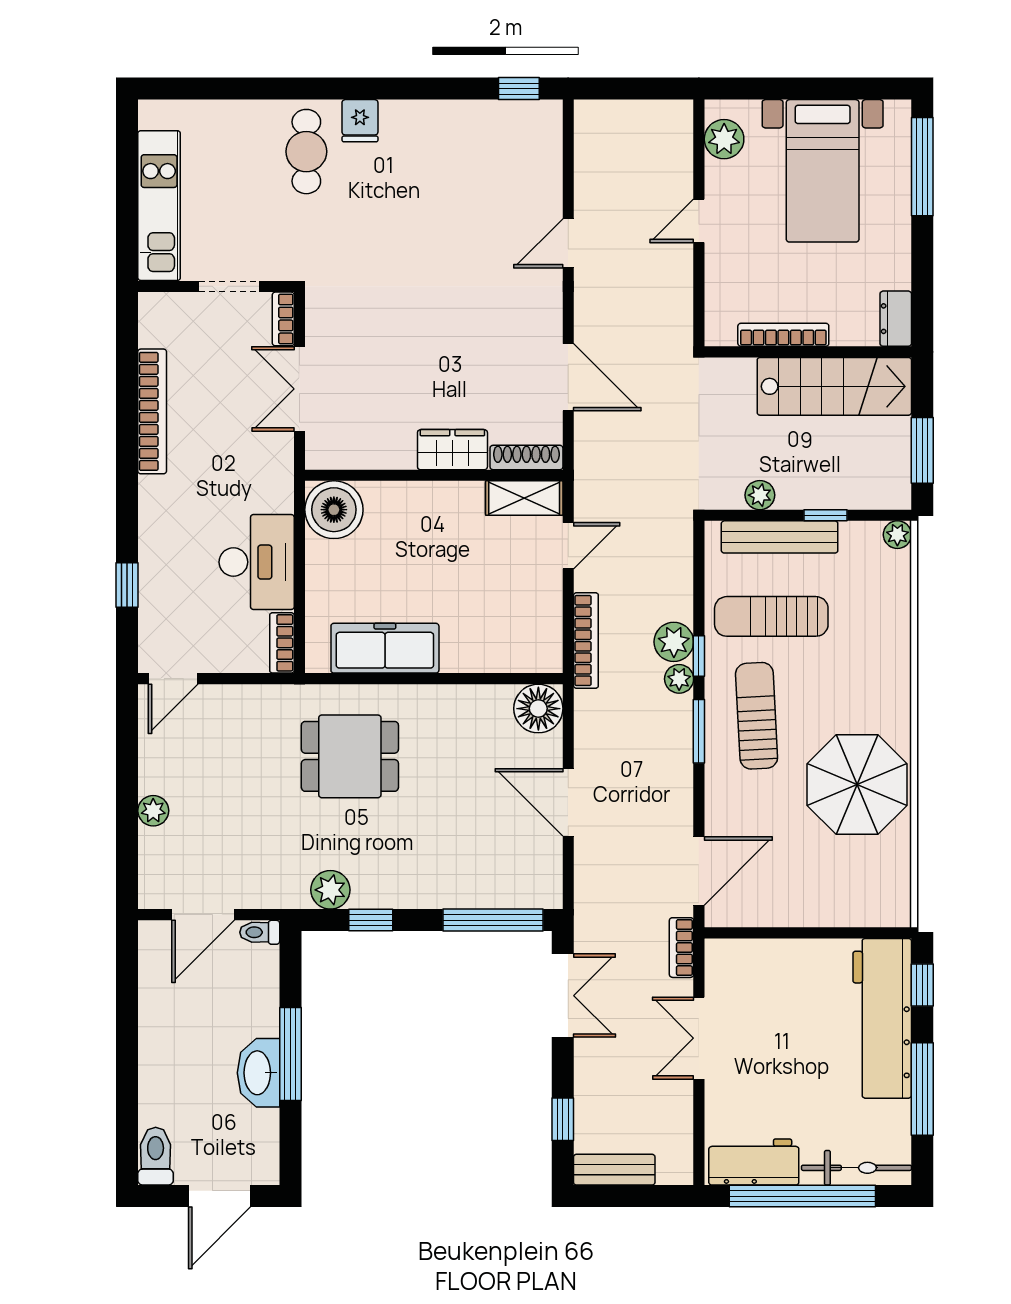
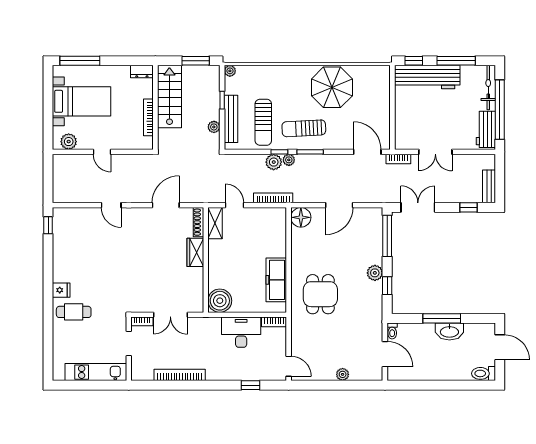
plant: (330, 890) -> (375, 273), moved

